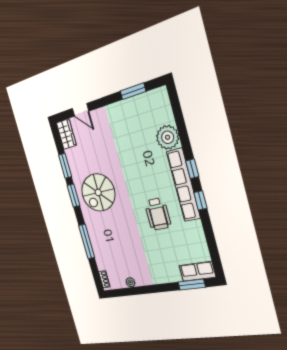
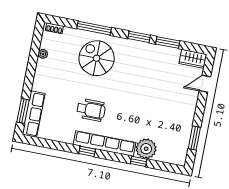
window: (192, 169) -> (139, 161), moved
spiral stairs: (98, 192) -> (97, 58), moved
wheelchair: (158, 214) -> (91, 110), turned 180
row of seats: (197, 271) -> (34, 114), width x1.48

